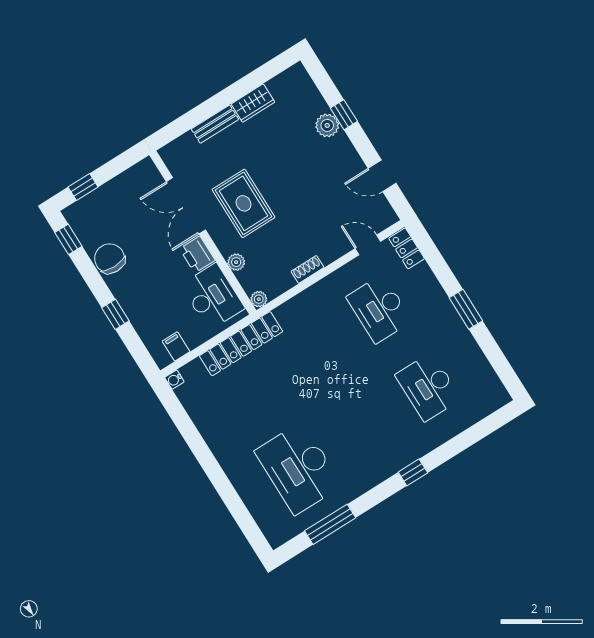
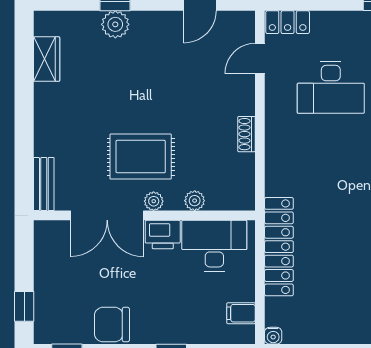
wardrobe: (253, 103) -> (47, 59), moved
bench: (215, 124) -> (44, 184), moved
plant: (259, 299) -> (154, 201), moved

